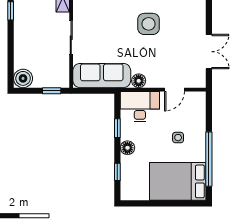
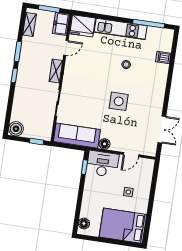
window: (117, 128) -> (84, 167), moved
floor lamp: (127, 148) -> (84, 223), moved
window: (209, 159) -> (149, 212), removed
window: (117, 172) -> (78, 211), removed

